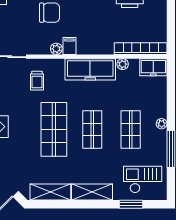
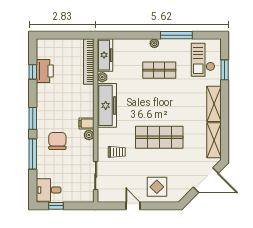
freezer: (153, 67) -> (105, 55), width x1.40
shop shelf: (92, 129) -> (159, 104), removed

